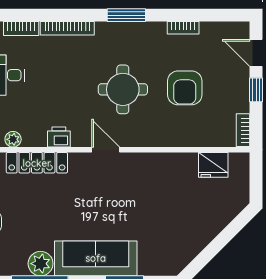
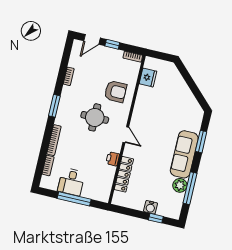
armchair: (185, 88) -> (115, 92), moved
plant: (13, 139) -> (108, 184), removed
door: (106, 150) -> (126, 135), swing flipped

